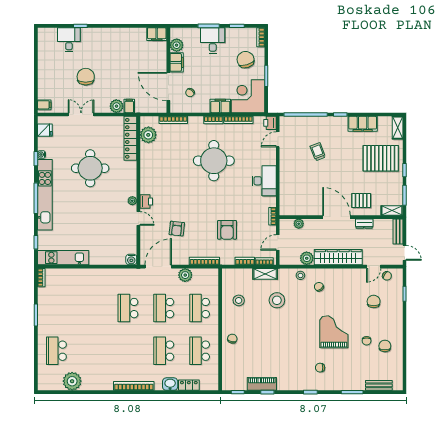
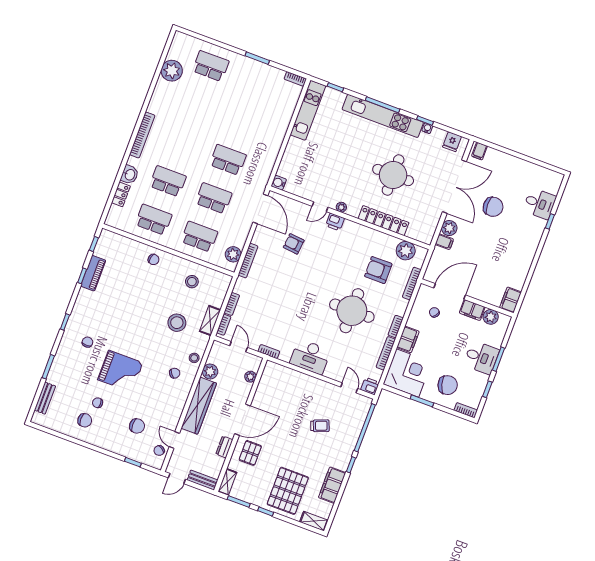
double door: (81, 115) -> (454, 187), width x1.87
locker: (130, 138) -> (384, 221), moved
armchair: (227, 230) -> (378, 270), moved
plant: (185, 275) -> (233, 254), moved

